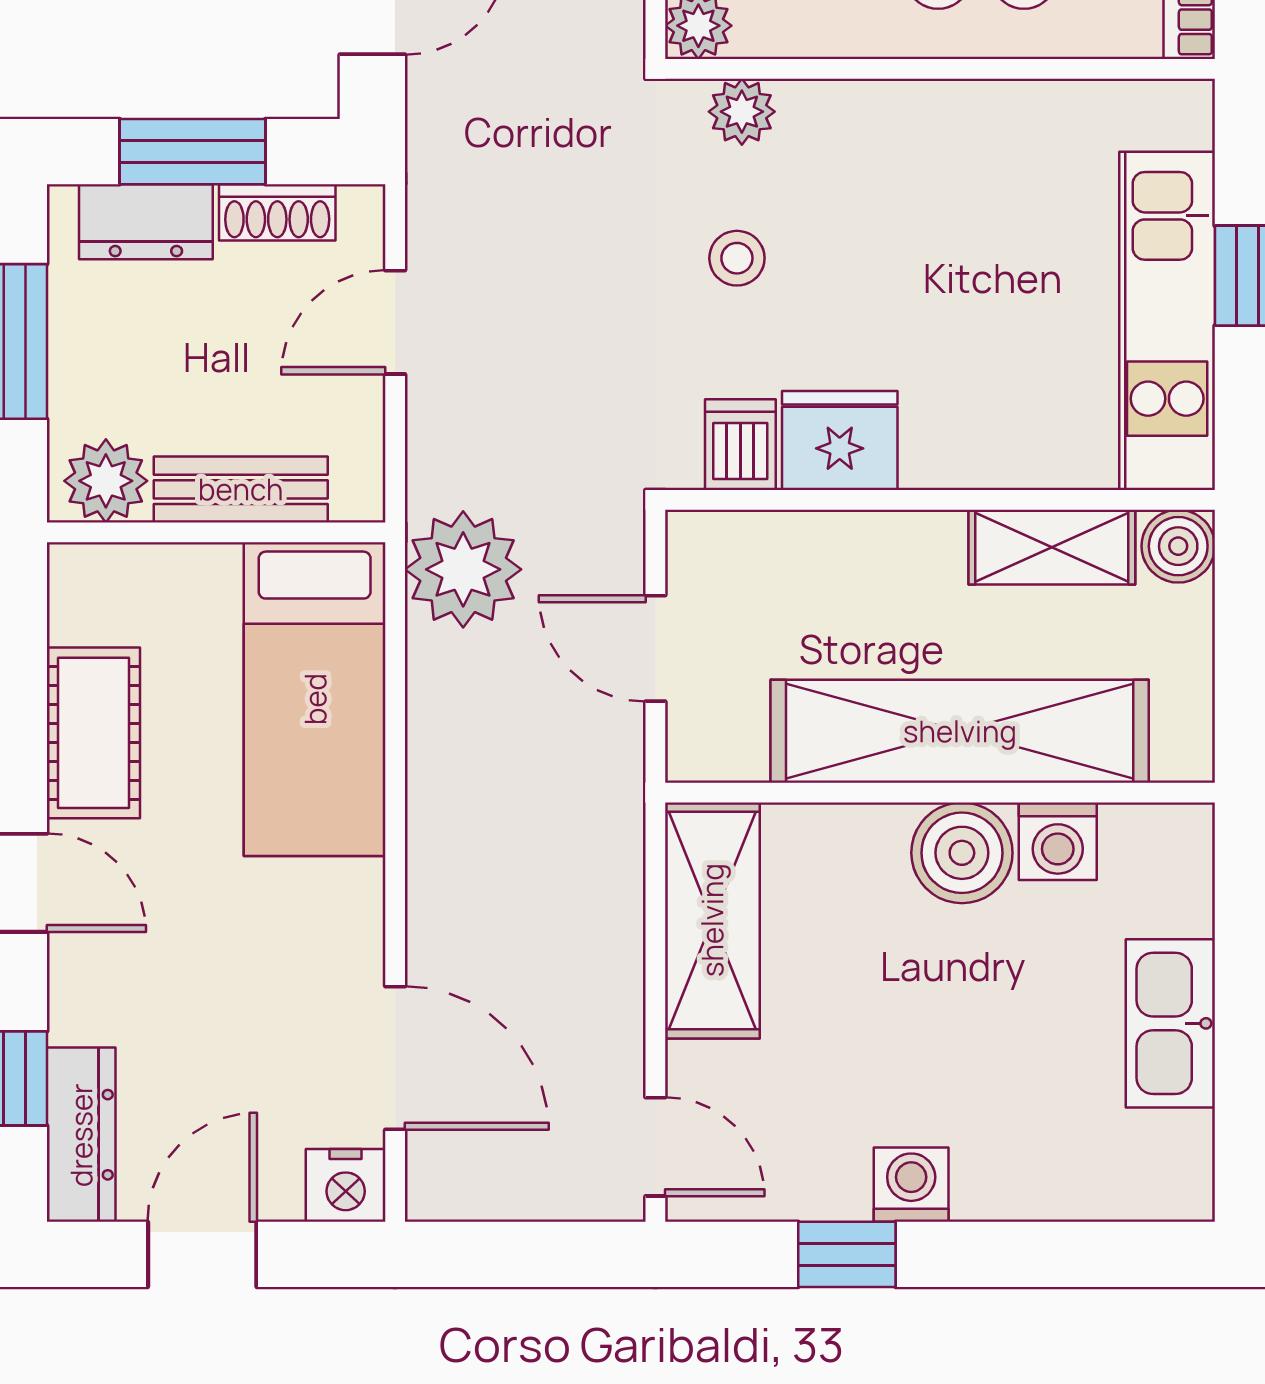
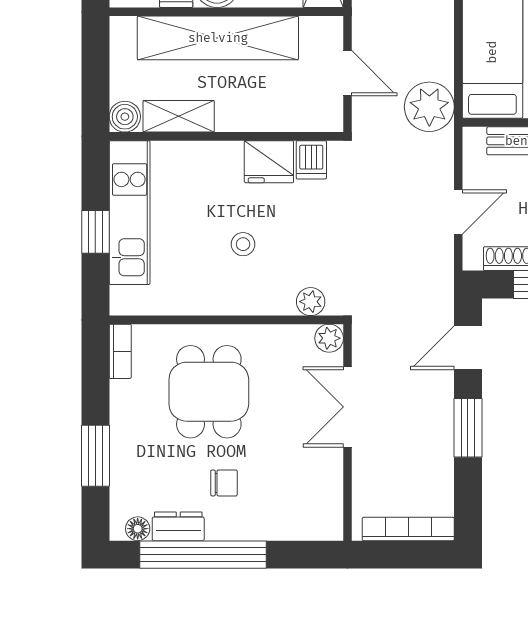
stool: (737, 258) -> (243, 244), moved

